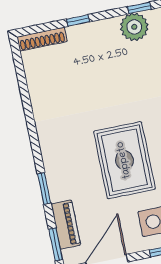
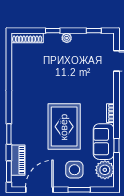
plant: (134, 27) -> (67, 38), moved, width x0.53, depth x0.53

